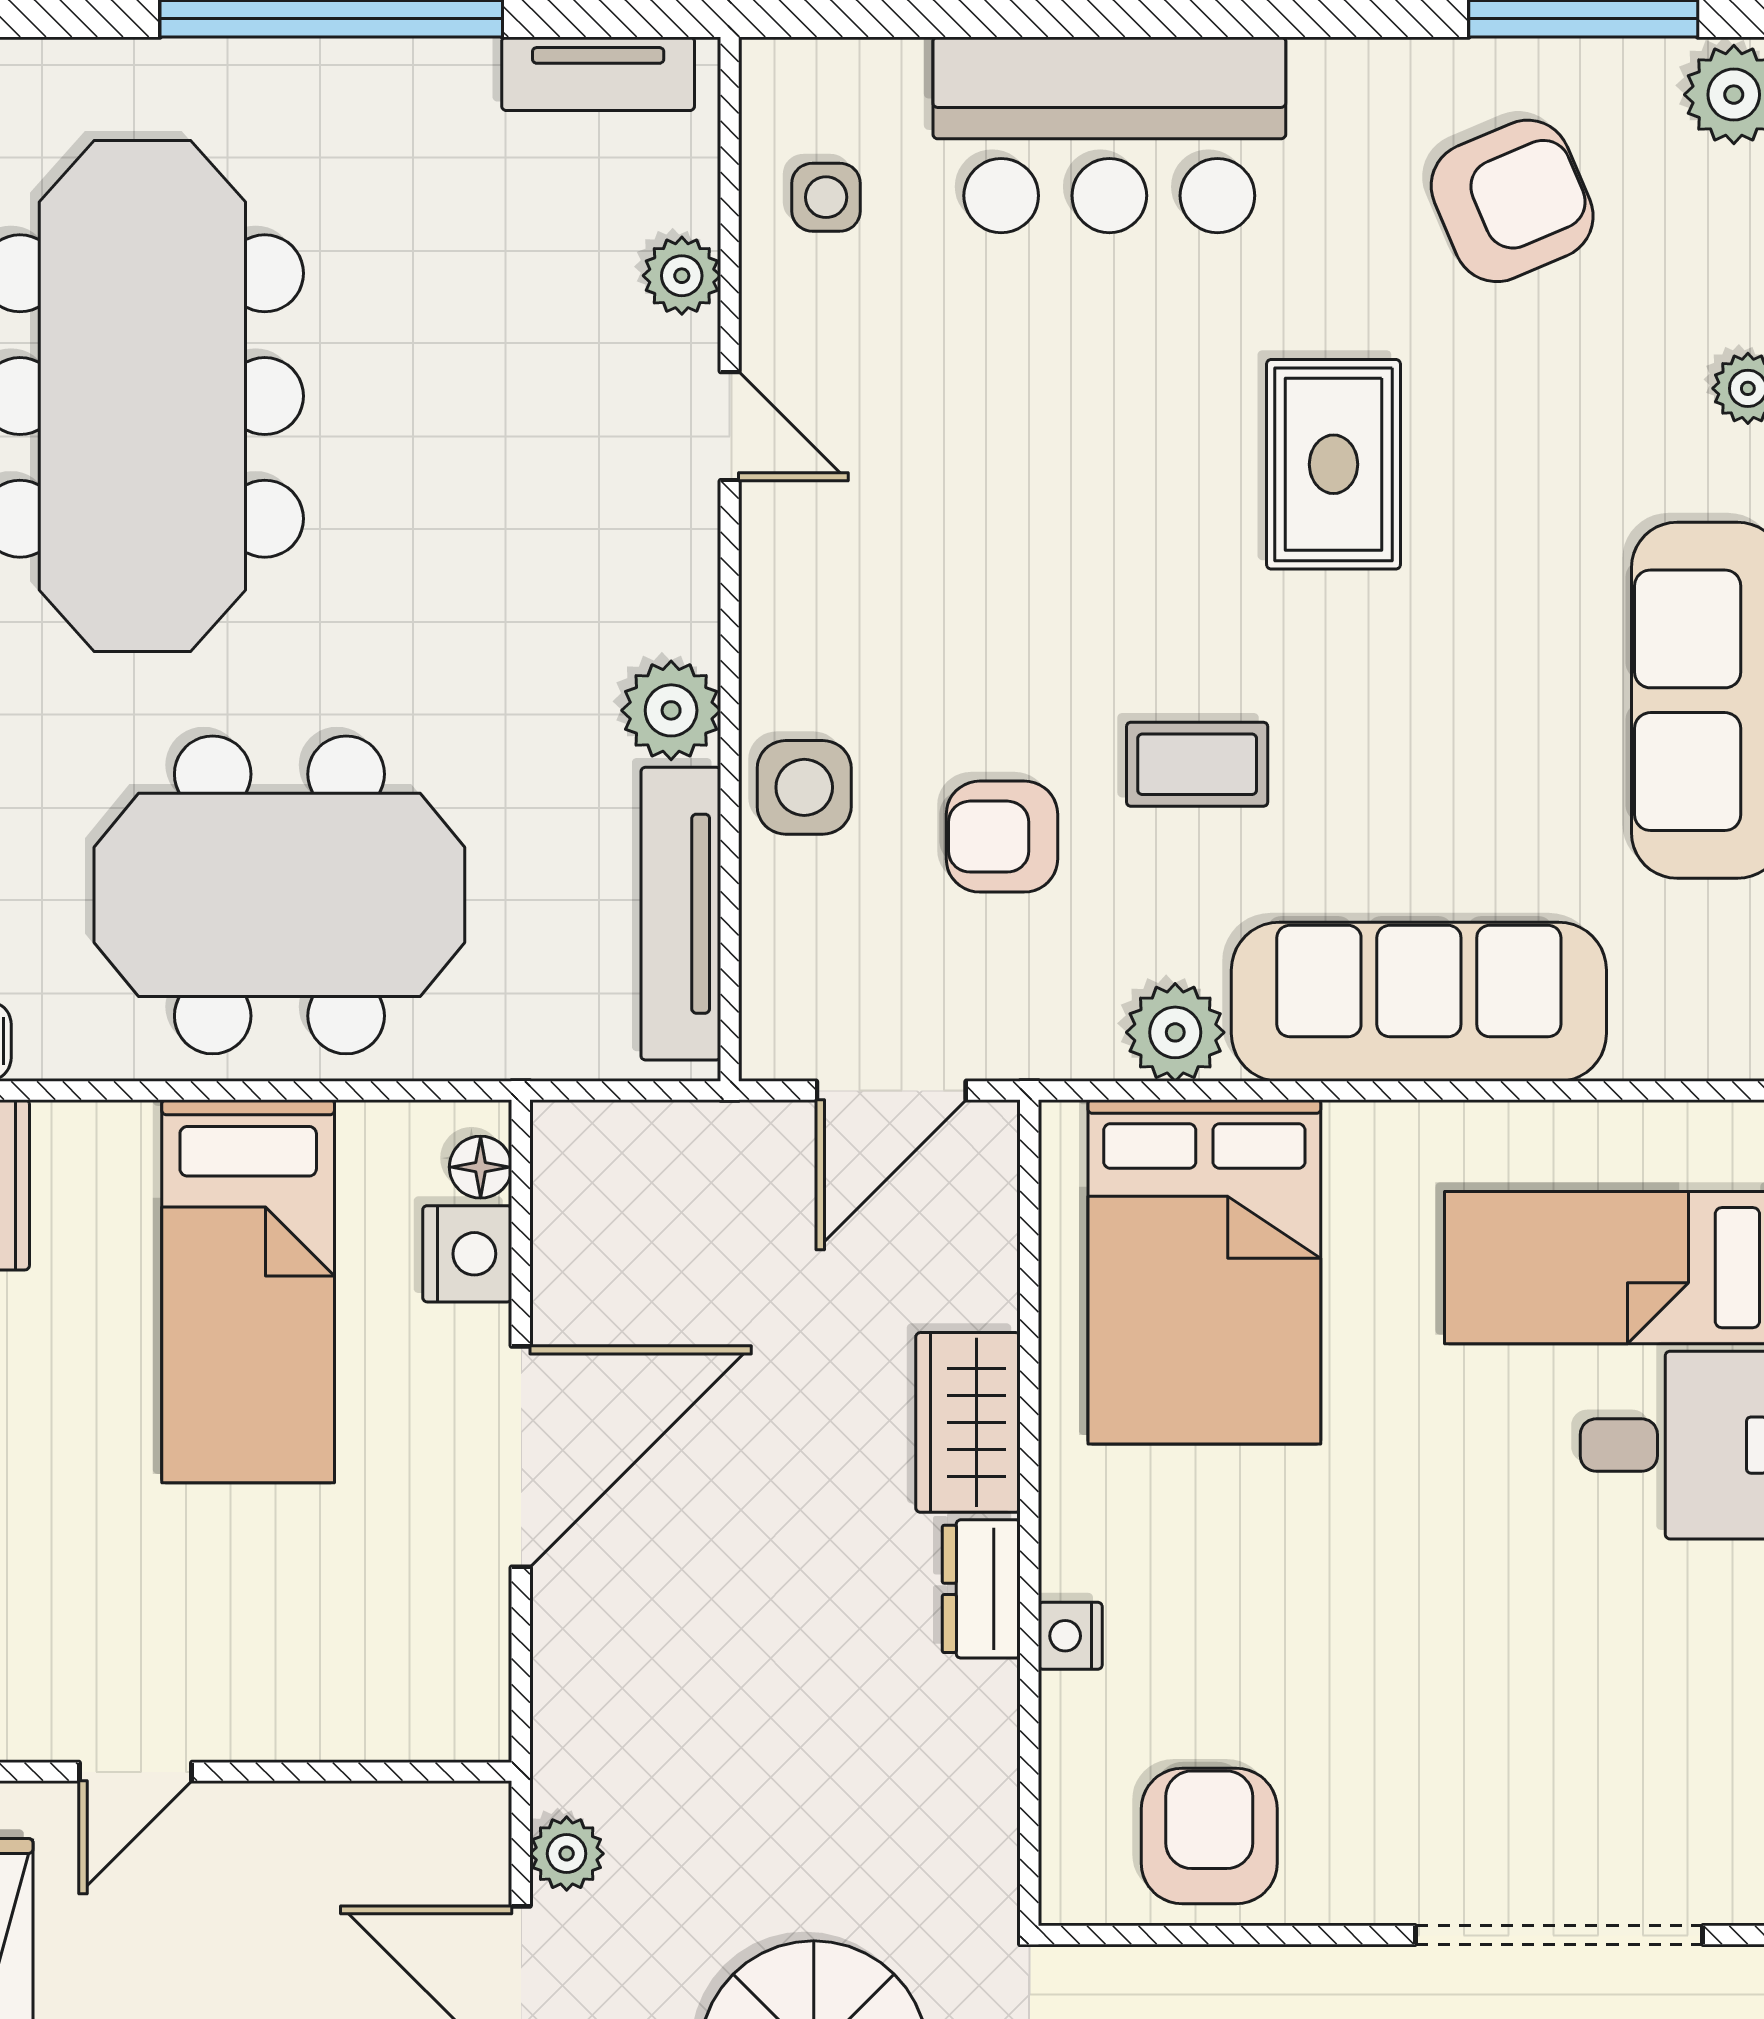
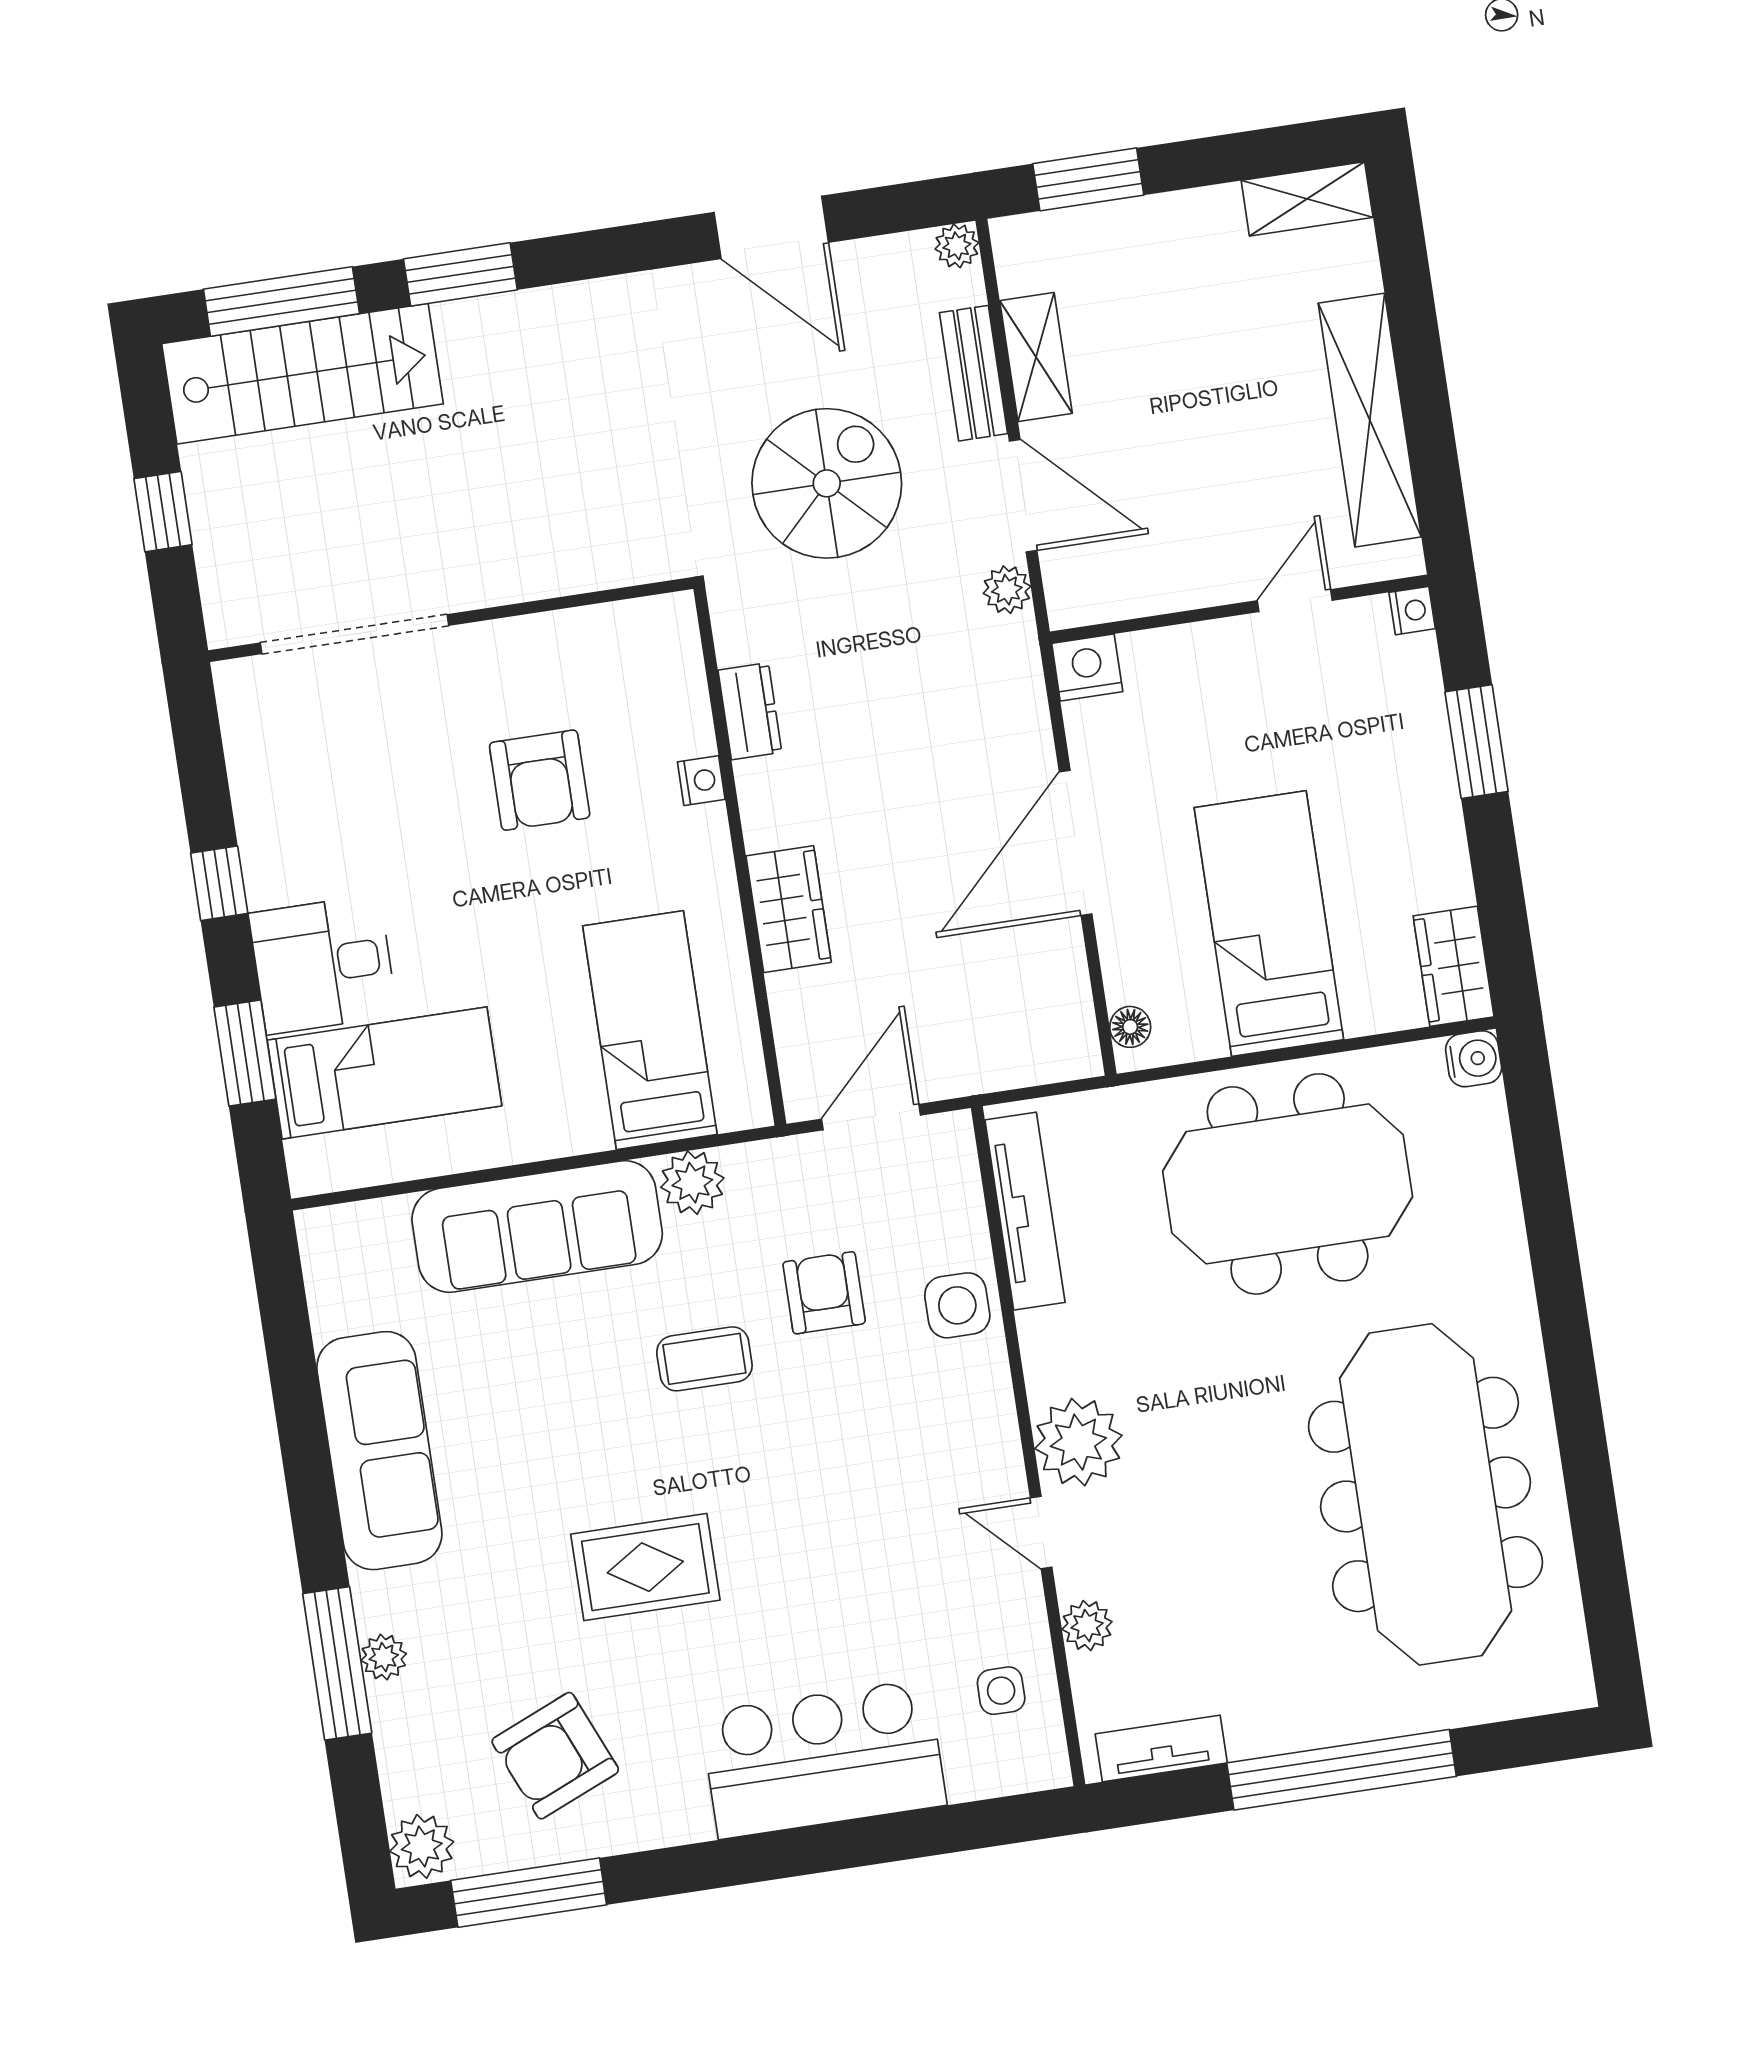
rug: (1334, 464) -> (645, 1567), turned 90
plant: (671, 710) -> (1078, 1442), moved, width x1.36, depth x1.36
armchair: (1002, 837) -> (824, 1293), turned -90
nightstand: (467, 1254) -> (1087, 667), moved, turned 90
bed: (1204, 1272) -> (650, 1030), width x0.67
dresser: (981, 1589) -> (750, 711), moved
armchair: (1209, 1836) -> (540, 780), moved

